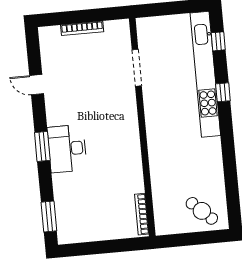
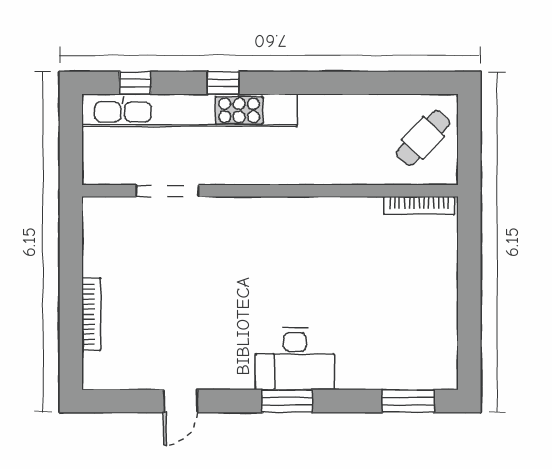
doorway: (137, 68) -> (167, 191), moved
wall: (142, 127) -> (270, 191), moved
bookcase: (142, 214) -> (419, 205), moved

